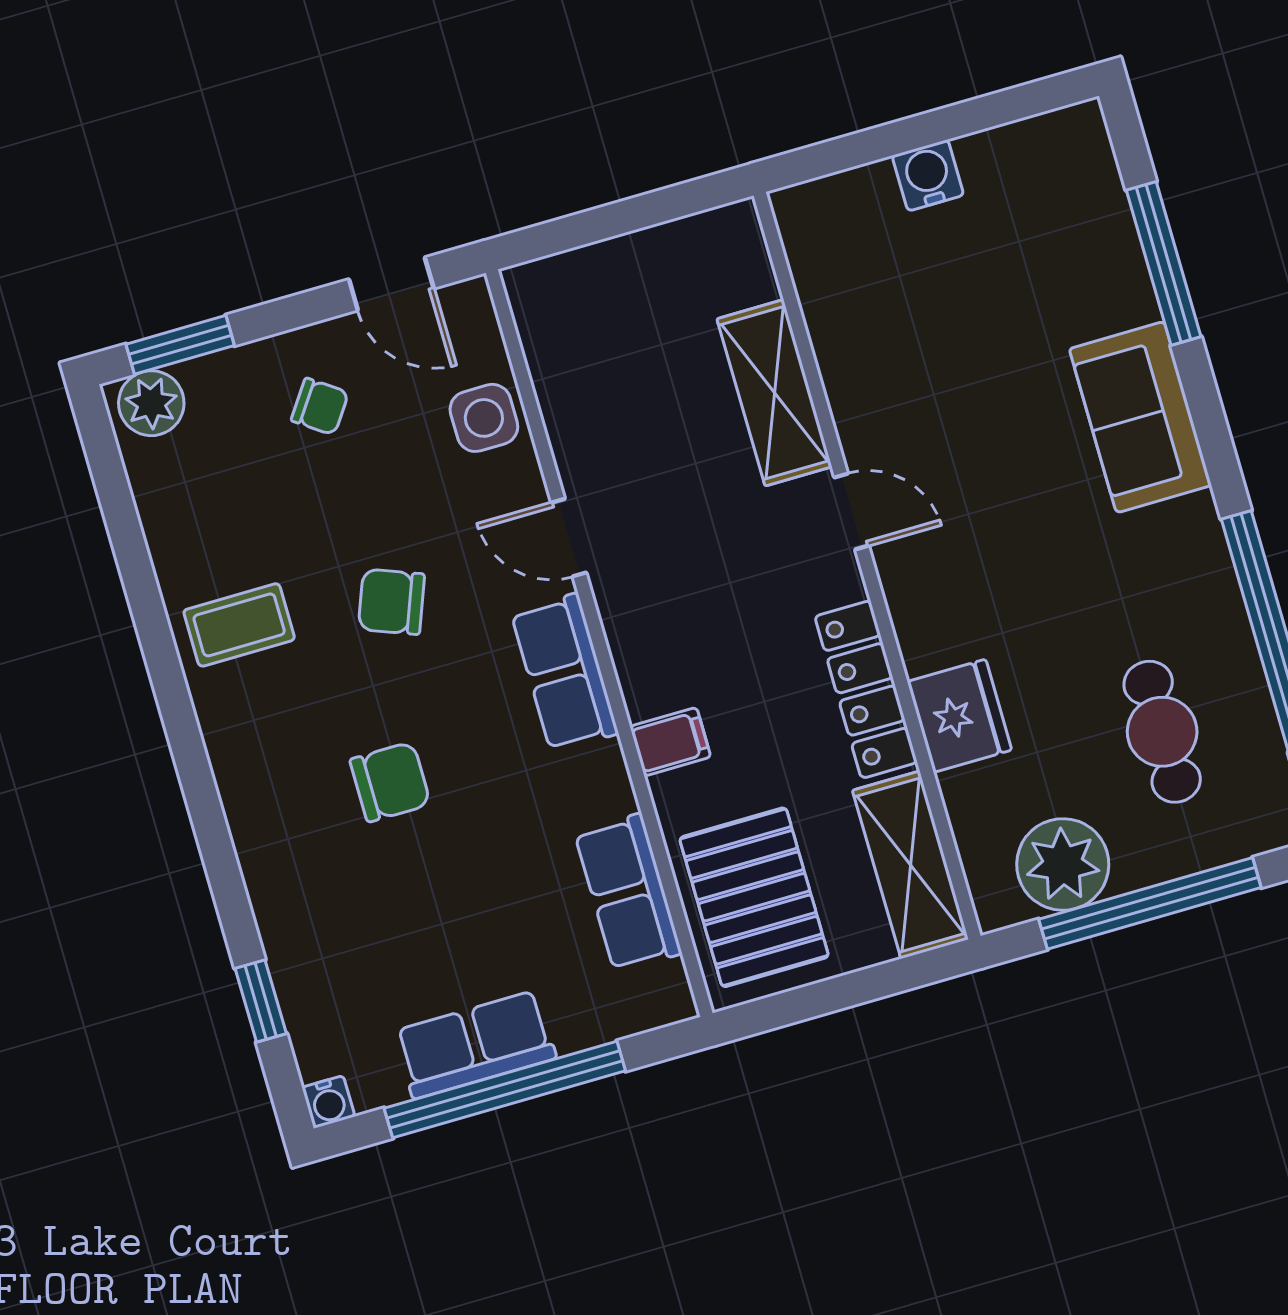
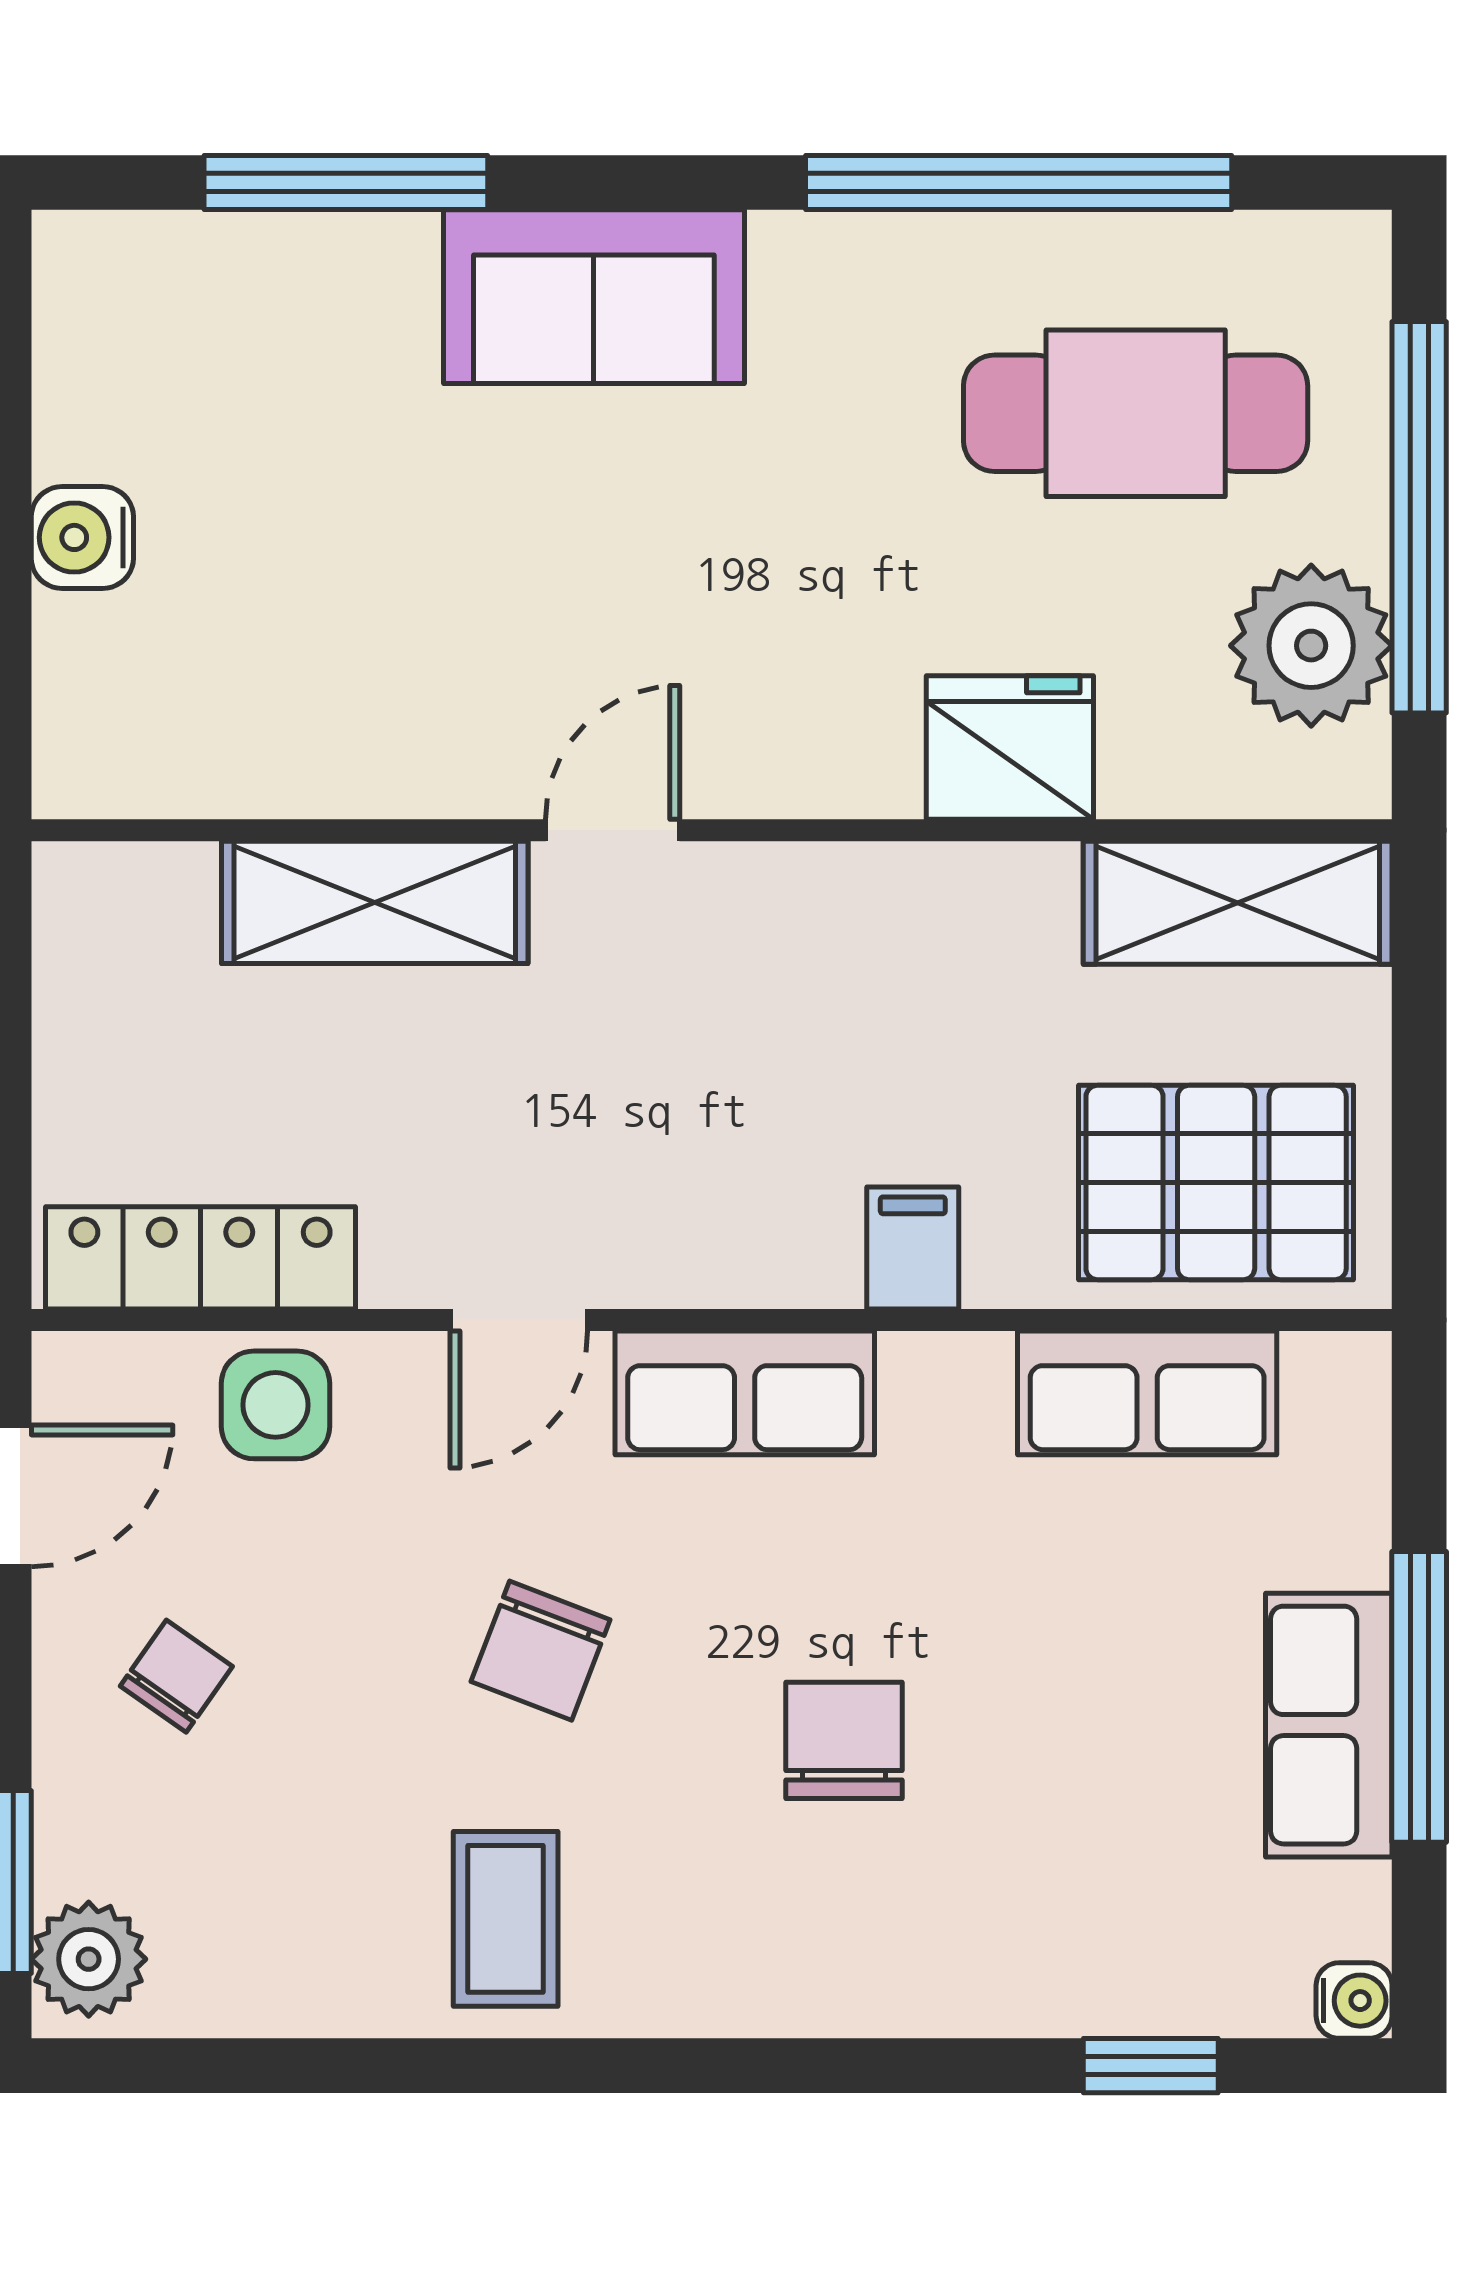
locker: (866, 689) -> (201, 1258), moved, turned 180
cafe table: (1162, 732) -> (1136, 413), width x1.37, depth x1.35
window: (505, 1090) -> (1419, 1697), width x0.68

